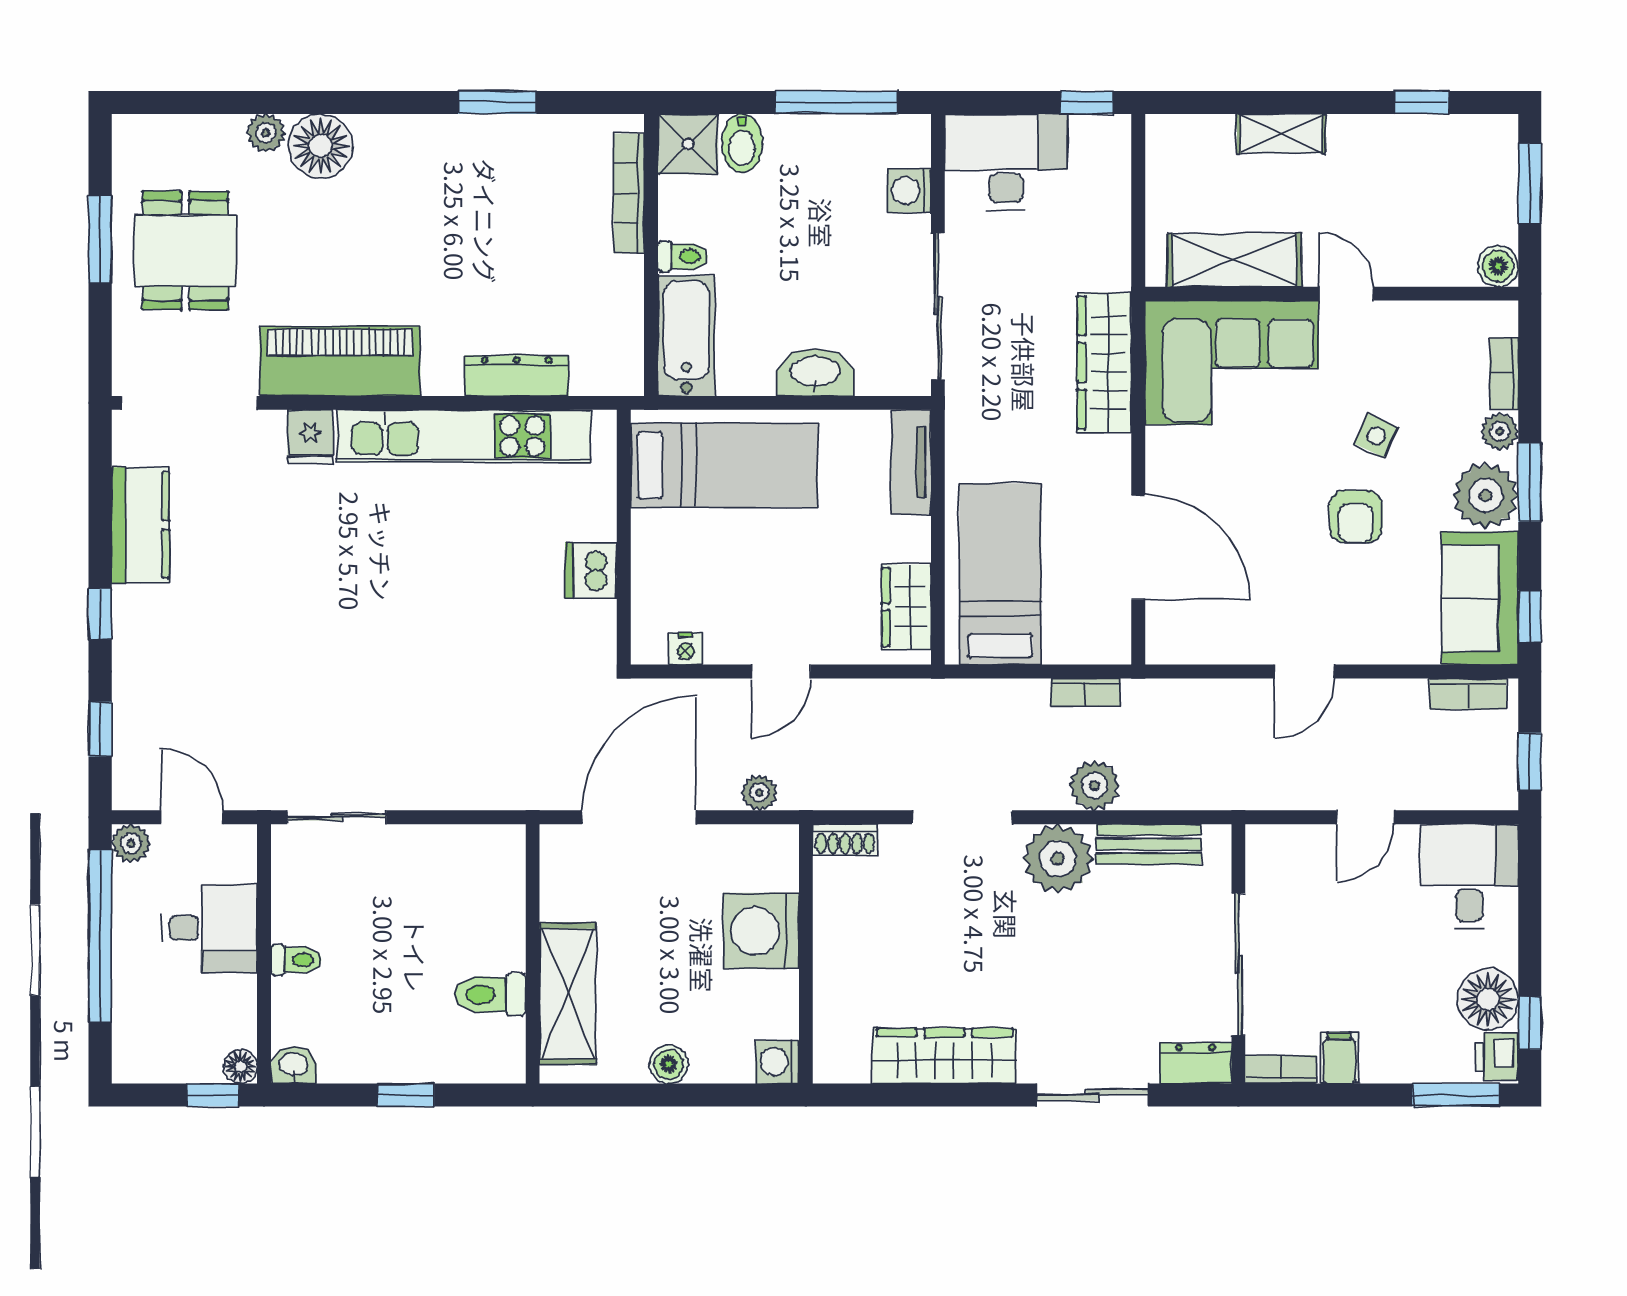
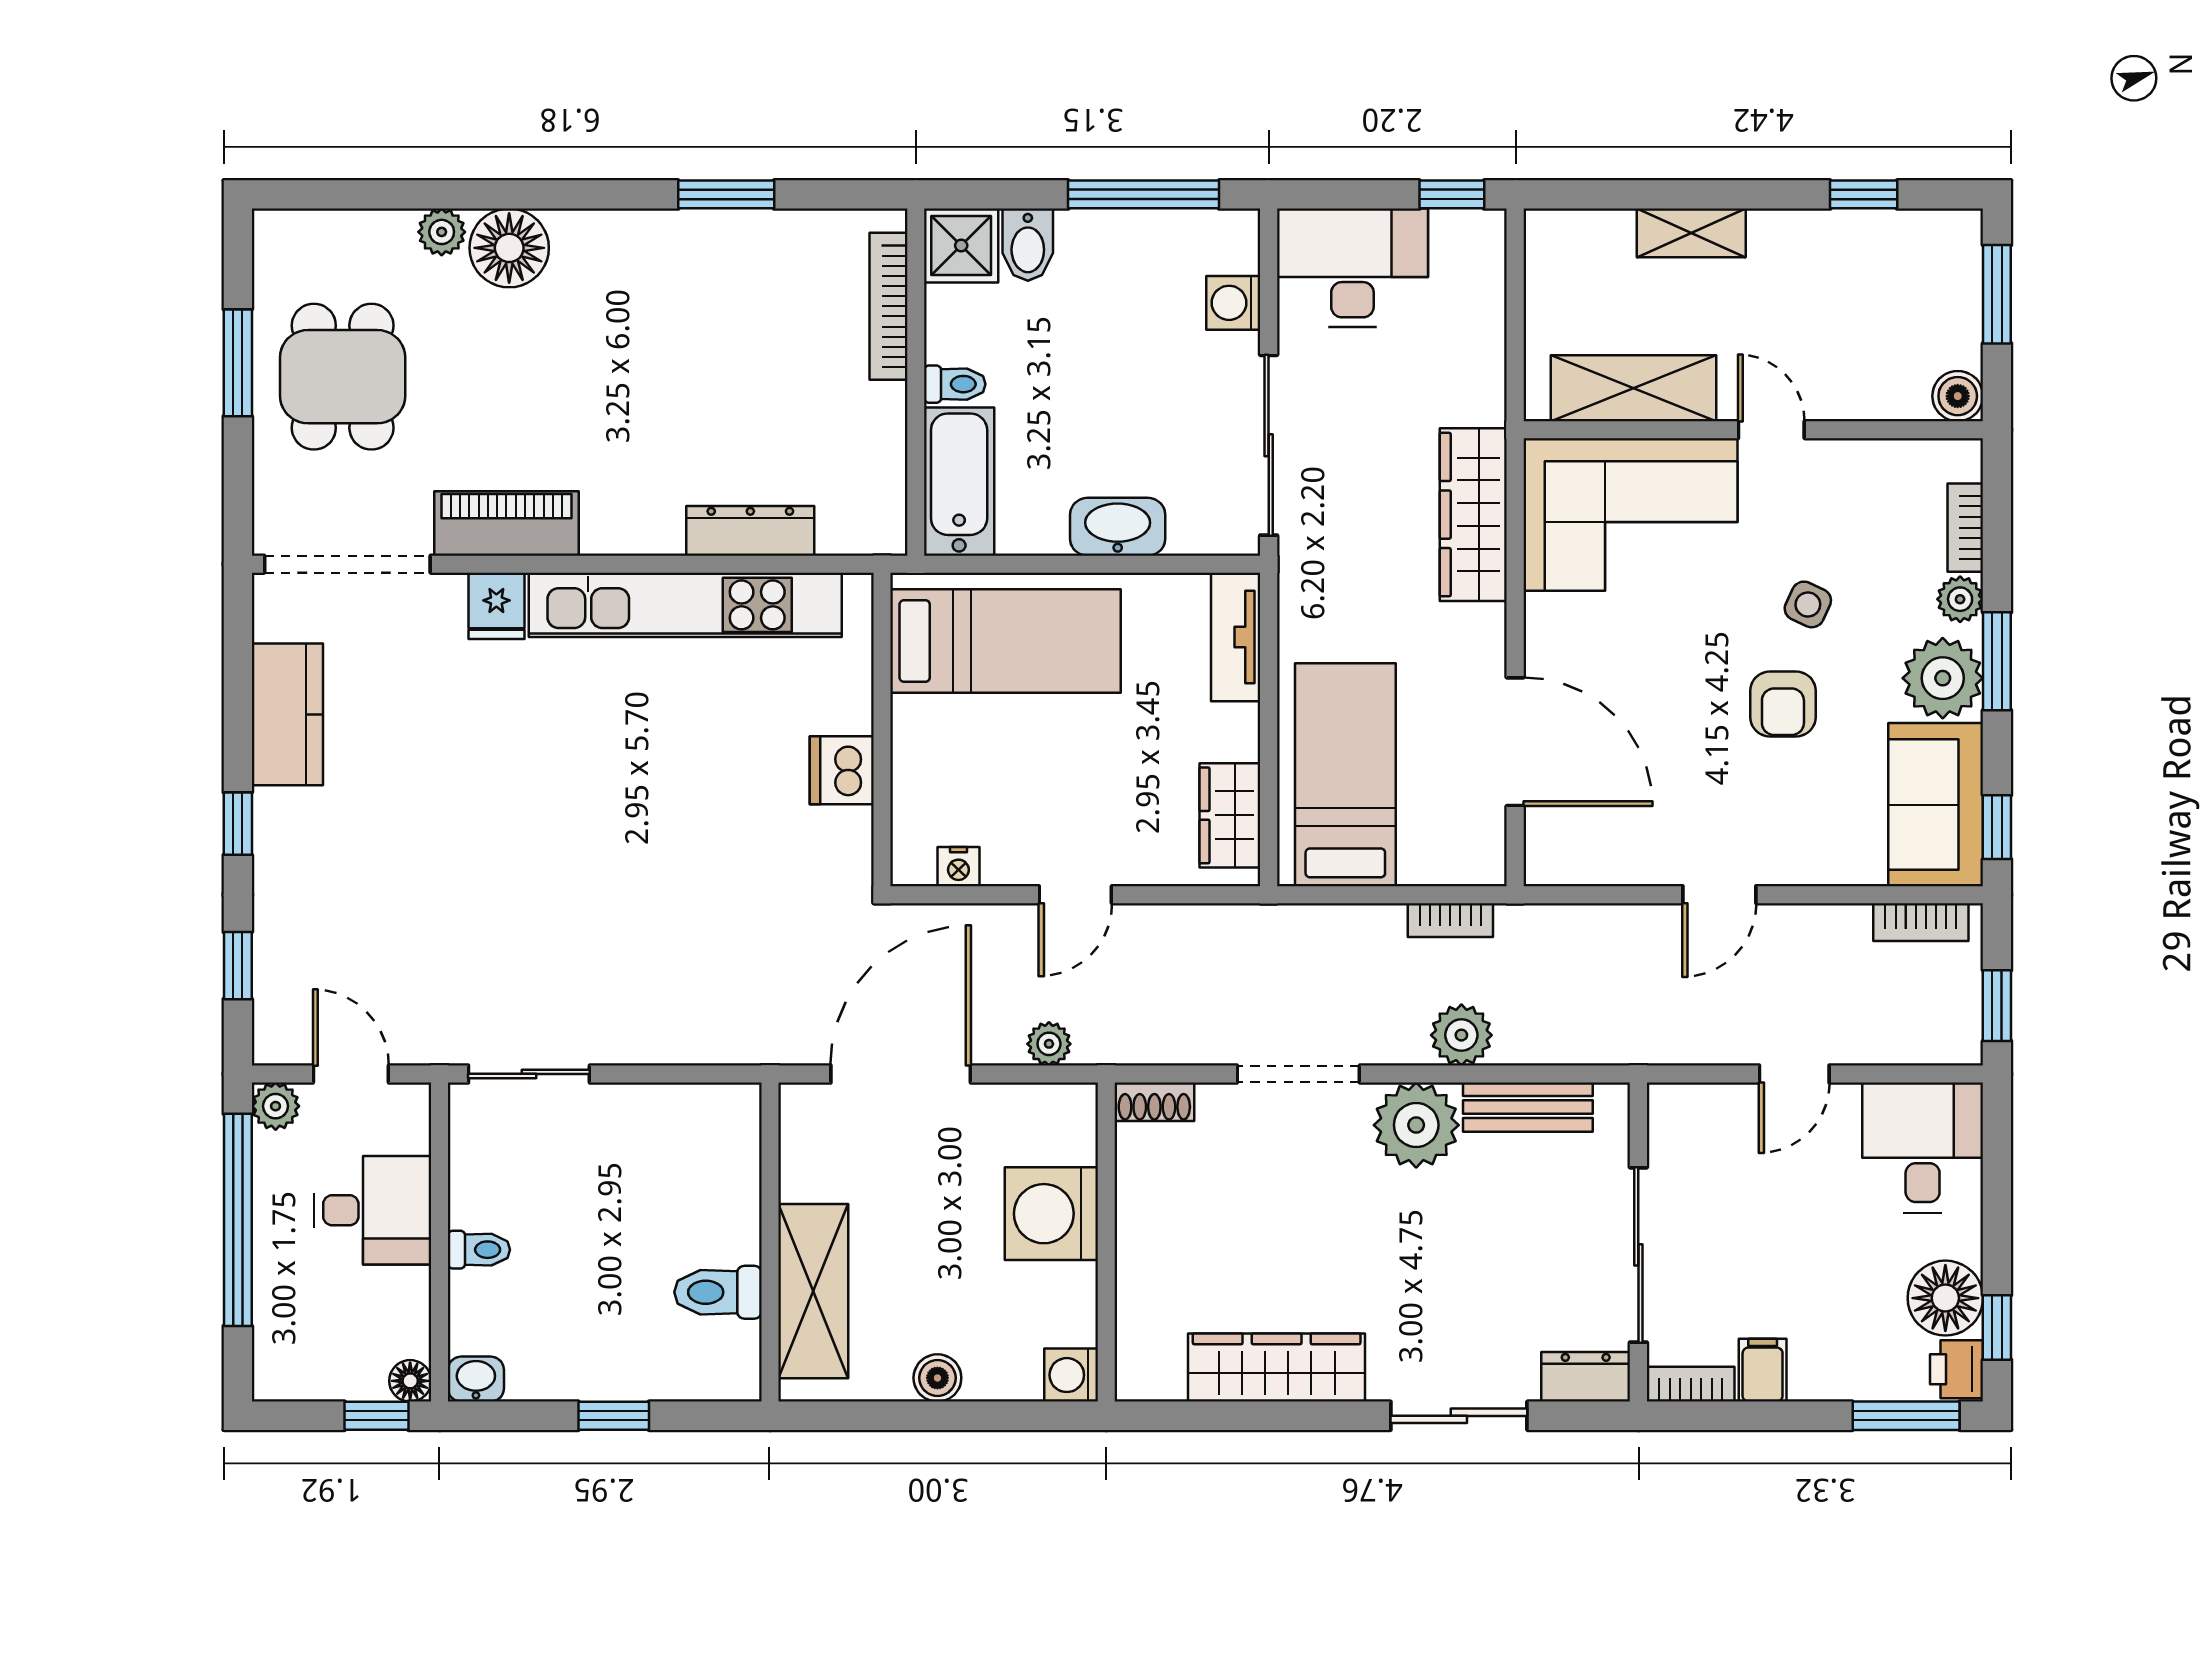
piano: (340, 361) -> (506, 524), width x0.73, depth x0.75

